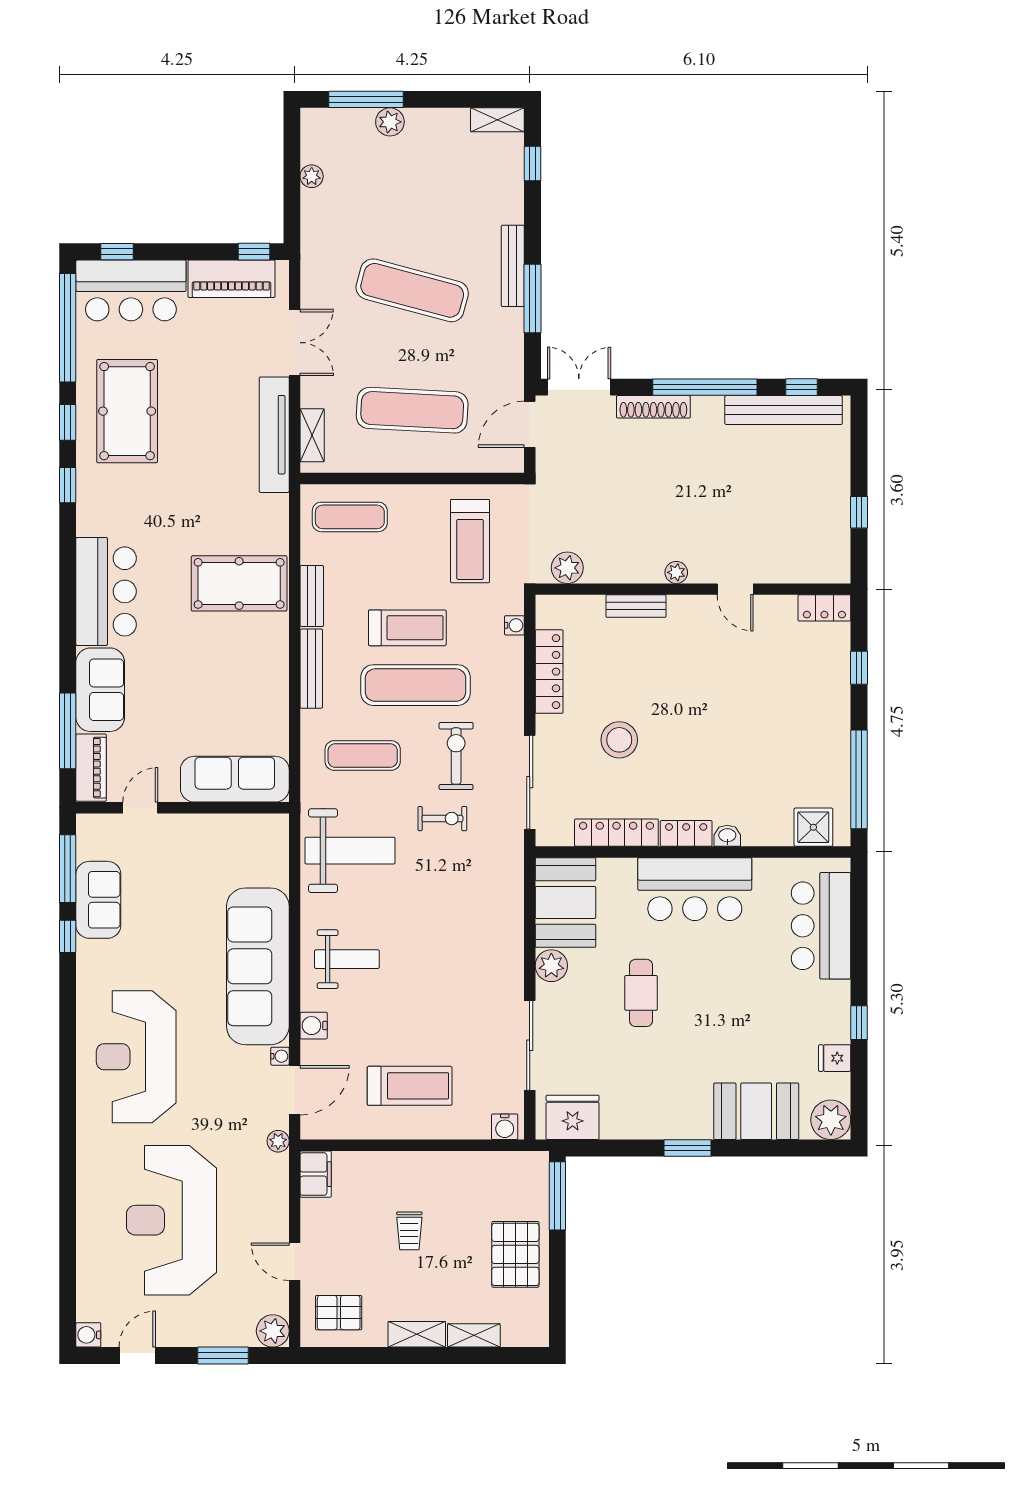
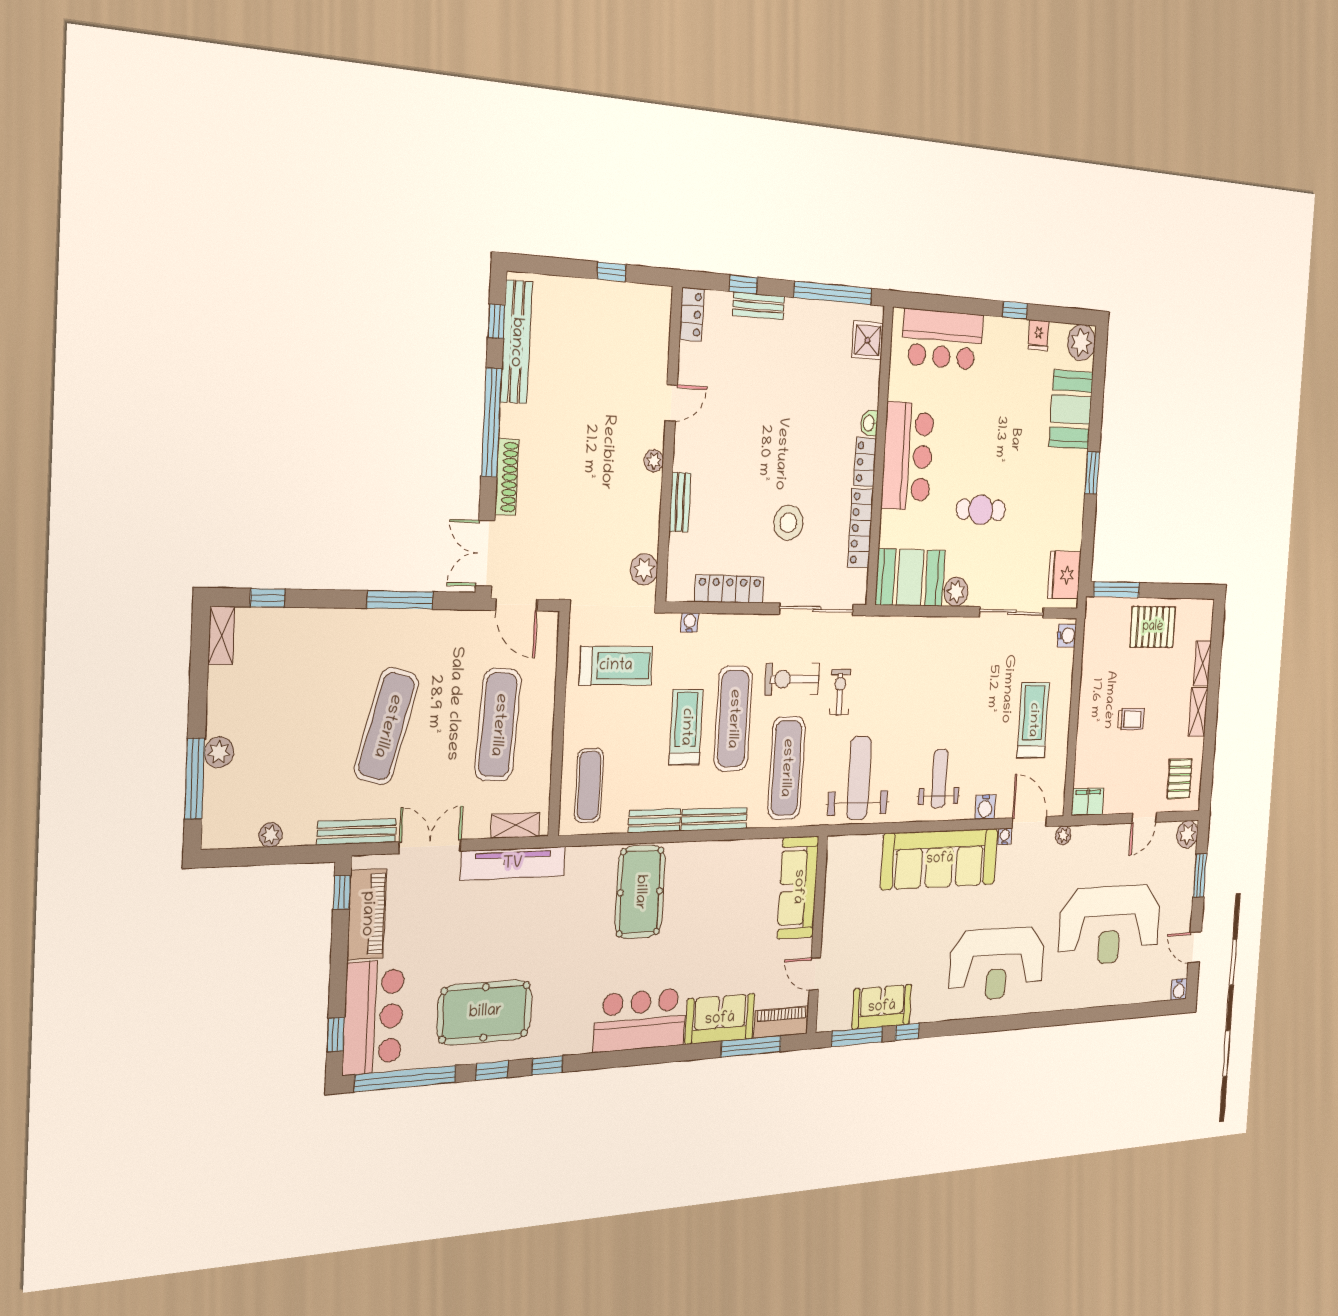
bench: (513, 266) -> (357, 832), moved
bench: (839, 688) -> (758, 306), added
exercise mat: (363, 755) -> (786, 768), width x1.36, depth x1.45

